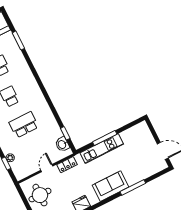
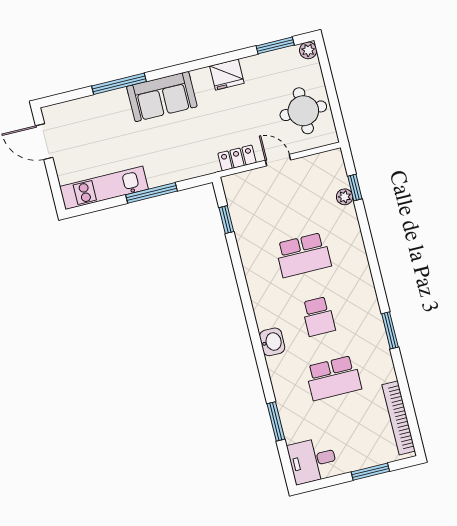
washbasin: (62, 144) -> (272, 342), moved
kitchen unit: (102, 149) -> (104, 188), moved
door: (47, 168) -> (278, 160), swing flipped

